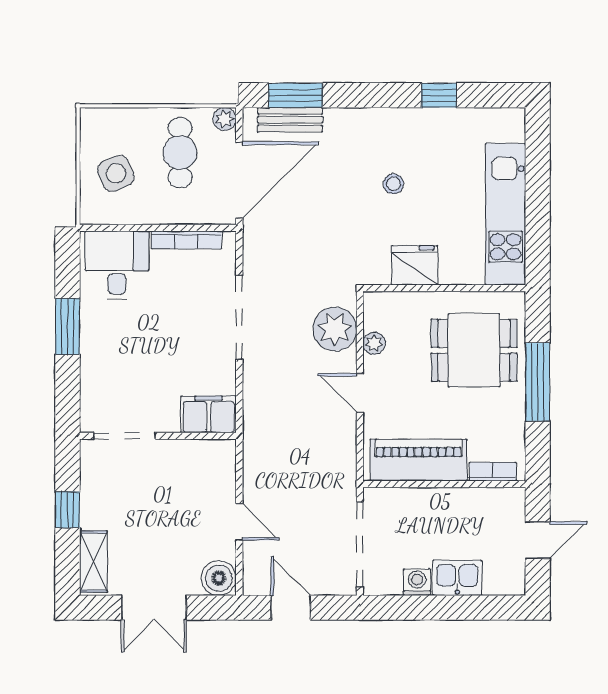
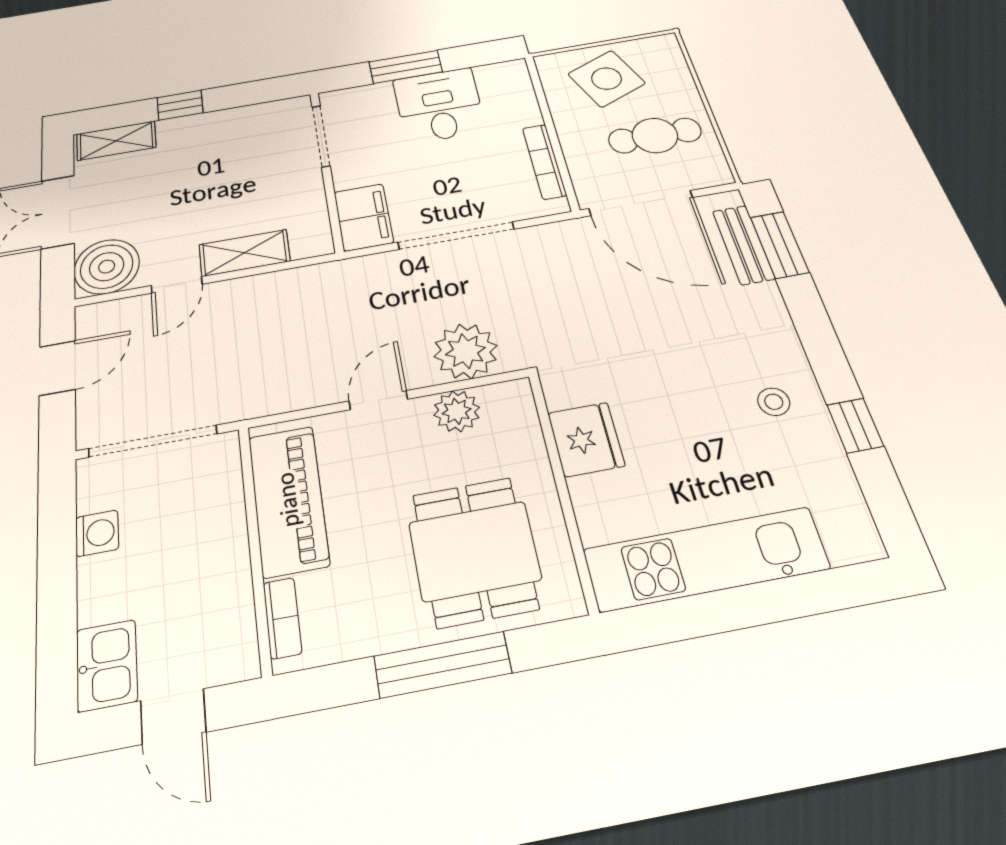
plant: (225, 119) -> (716, 173), removed
side table: (116, 173) -> (606, 79), width x1.37, depth x1.37
stool: (393, 184) -> (774, 402), moved
desk: (117, 265) -> (439, 105), moved, turned -90
plant: (374, 343) -> (457, 411), width x1.38, depth x1.38
filing cabinet: (209, 414) -> (364, 217), moved
doorway: (124, 436) -> (321, 136), moved
wall: (158, 436) -> (326, 169), moved
shelving: (222, 471) -> (244, 253), added
boiler: (219, 578) -> (107, 267), width x1.37, depth x1.37
kitchen sink: (457, 578) -> (107, 665), moved

